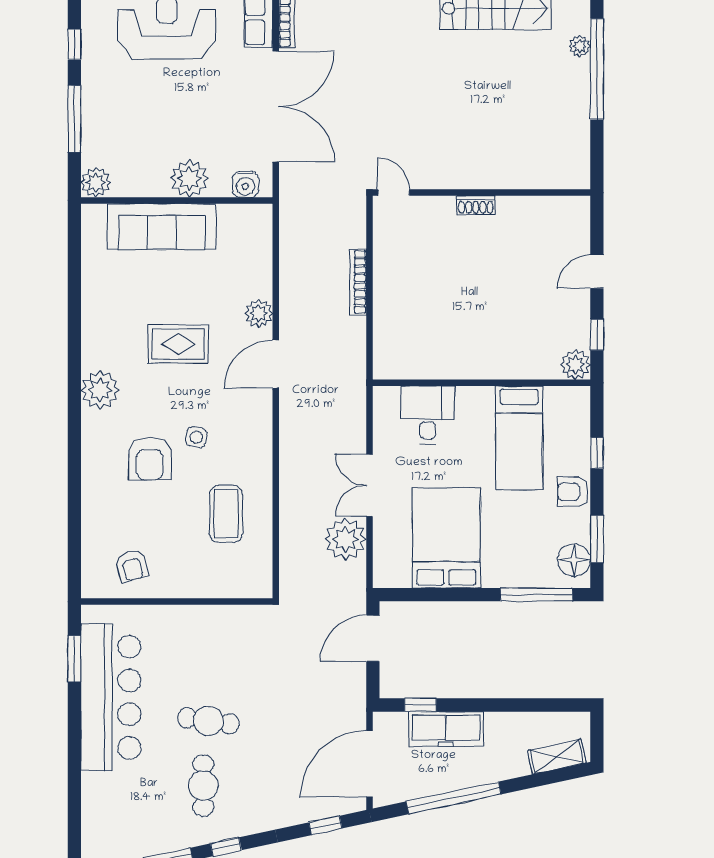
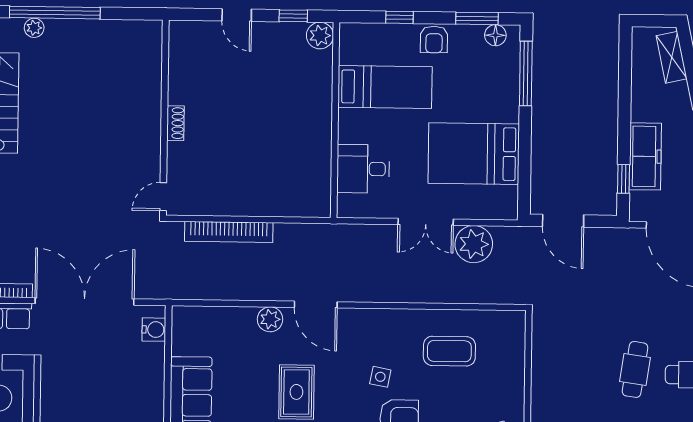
plant: (189, 179) -> (148, 380), removed
bookcase: (358, 282) -> (229, 232), width x1.48, depth x1.31
floor lamp: (574, 560) -> (495, 35), width x0.73, depth x0.73

